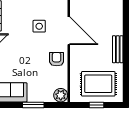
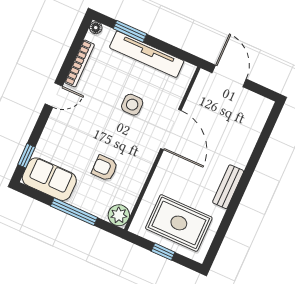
armchair: (57, 59) -> (105, 168), moved, turned -90
window: (33, 105) -> (74, 212), width x1.44

